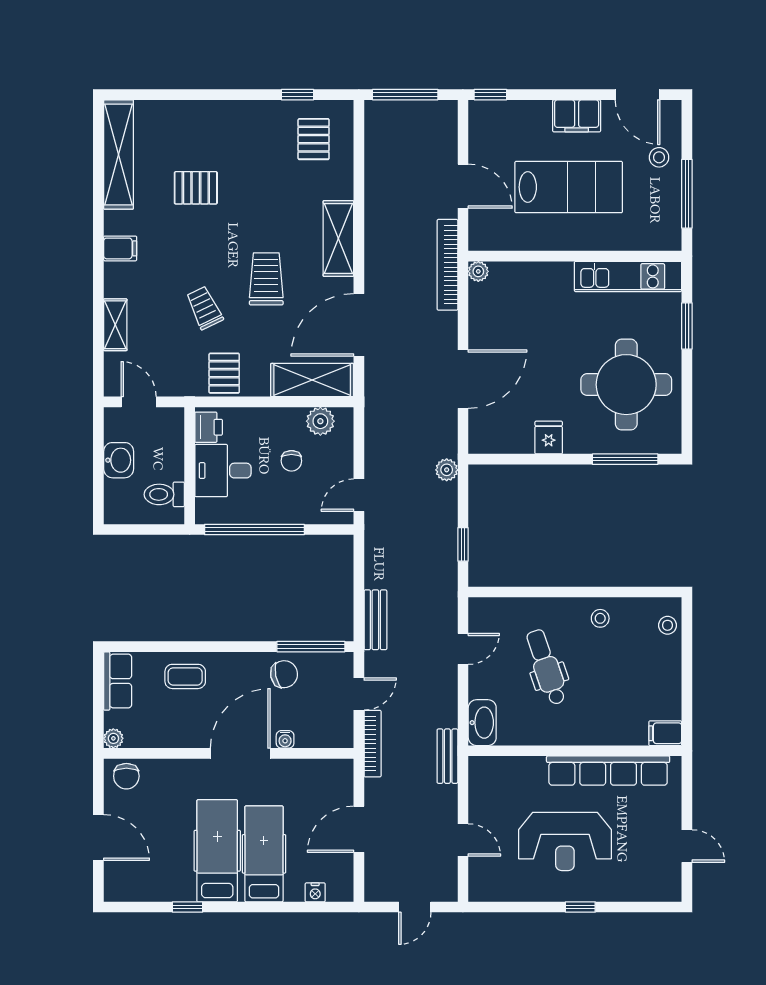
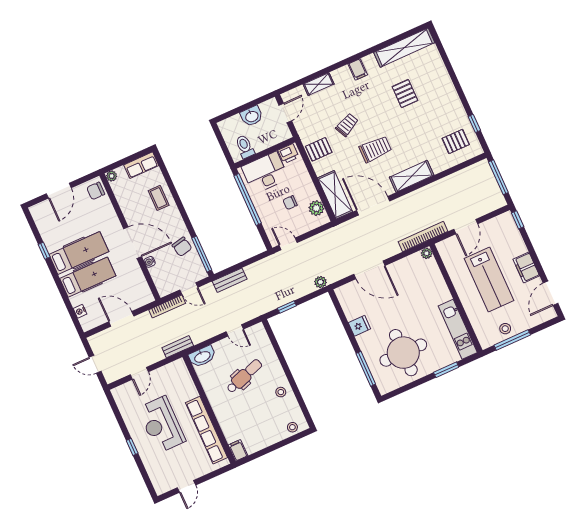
stool: (659, 157) -> (505, 329), moved
desk: (223, 471) -> (265, 173), width x1.37

